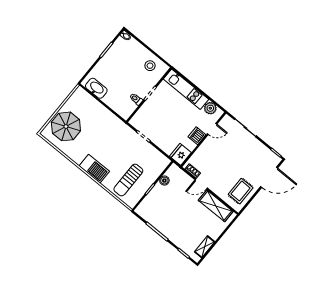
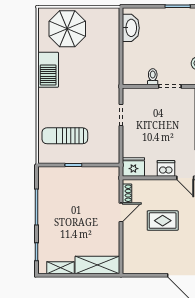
barbecue: (94, 169) -> (48, 70), moved
boiler: (164, 181) -> (94, 173), removed
door: (201, 184) -> (121, 212), swing flipped
rug: (241, 191) -> (163, 221), moved
shelving: (216, 206) -> (97, 265), moved, turned 90

